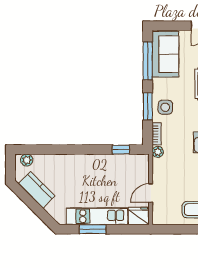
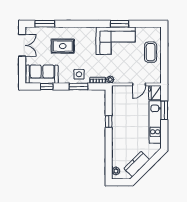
window: (148, 61) -> (47, 87), width x0.46
window: (121, 150) -> (109, 122), moved
door: (151, 193) -> (139, 84), hinge flipped
window: (93, 229) -> (164, 110), moved

